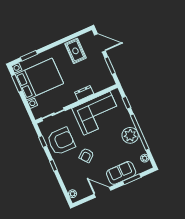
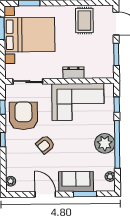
armchair: (61, 141) -> (23, 116), turned -90

